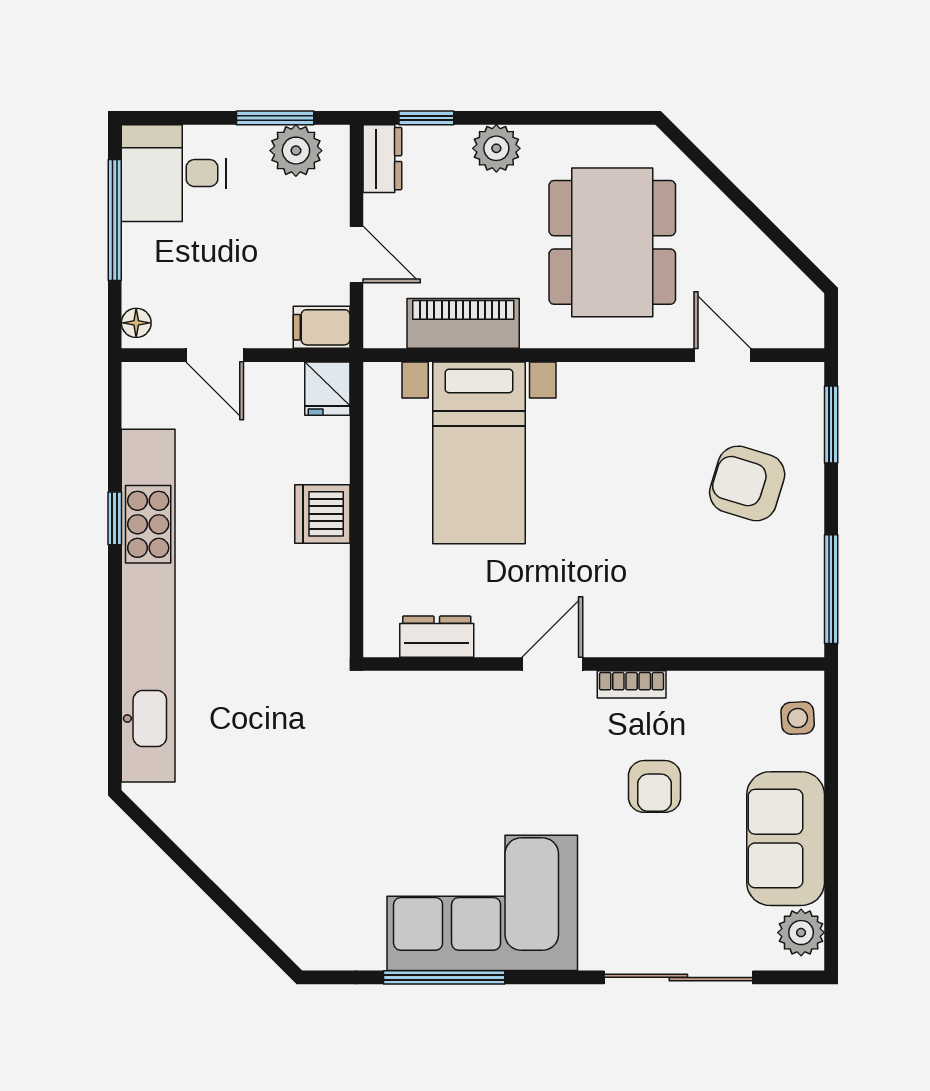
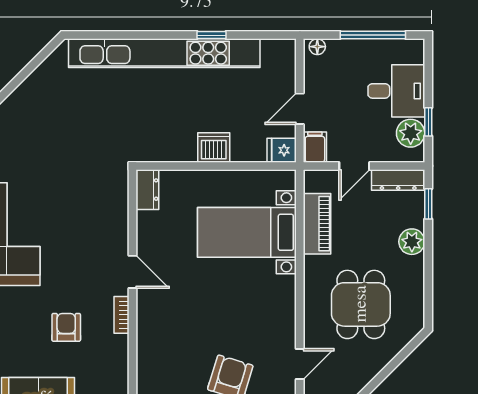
window: (275, 118) -> (428, 122), width x0.67
dresser: (382, 159) -> (398, 180), width x1.44
desk: (174, 173) -> (396, 91), moved, turned 90
dining table: (612, 242) -> (361, 304), width x0.73
door: (215, 355) -> (300, 109), moved
dresser: (437, 637) -> (147, 190), moved
armchair: (654, 786) -> (66, 327), turned 90

